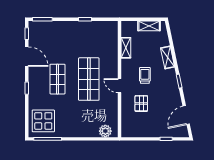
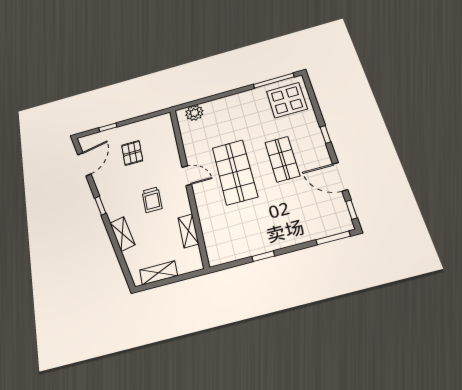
pallet: (141, 103) -> (132, 153), moved

